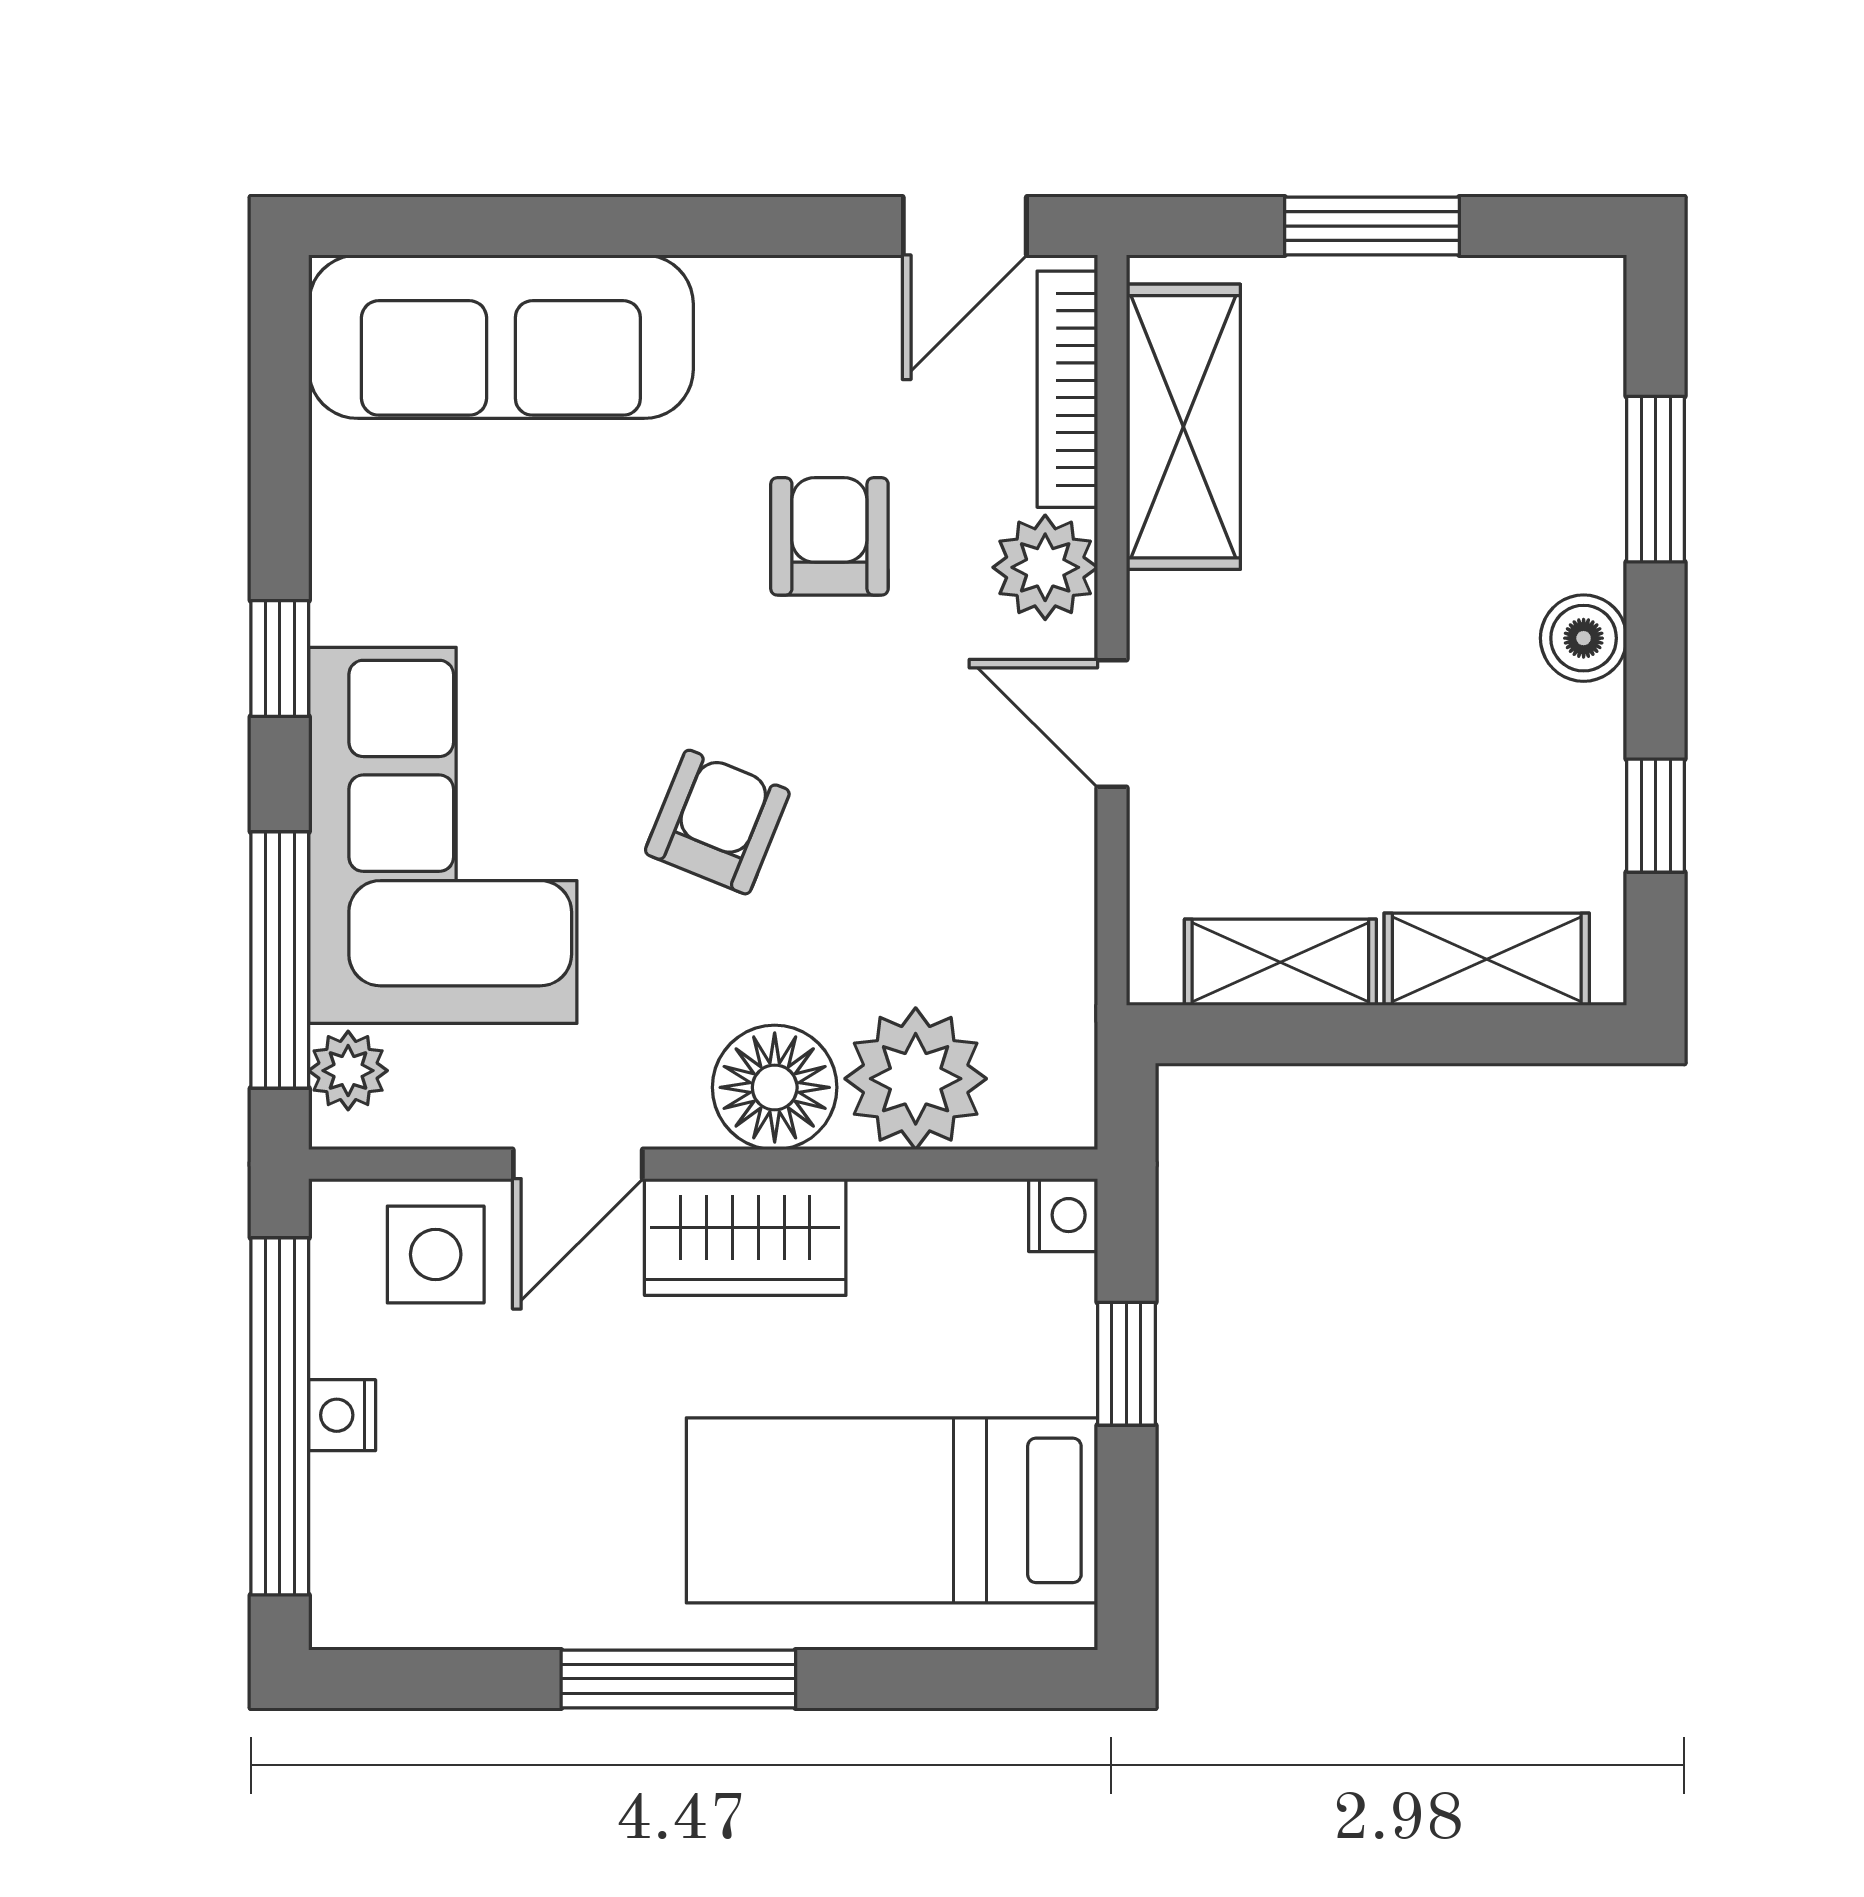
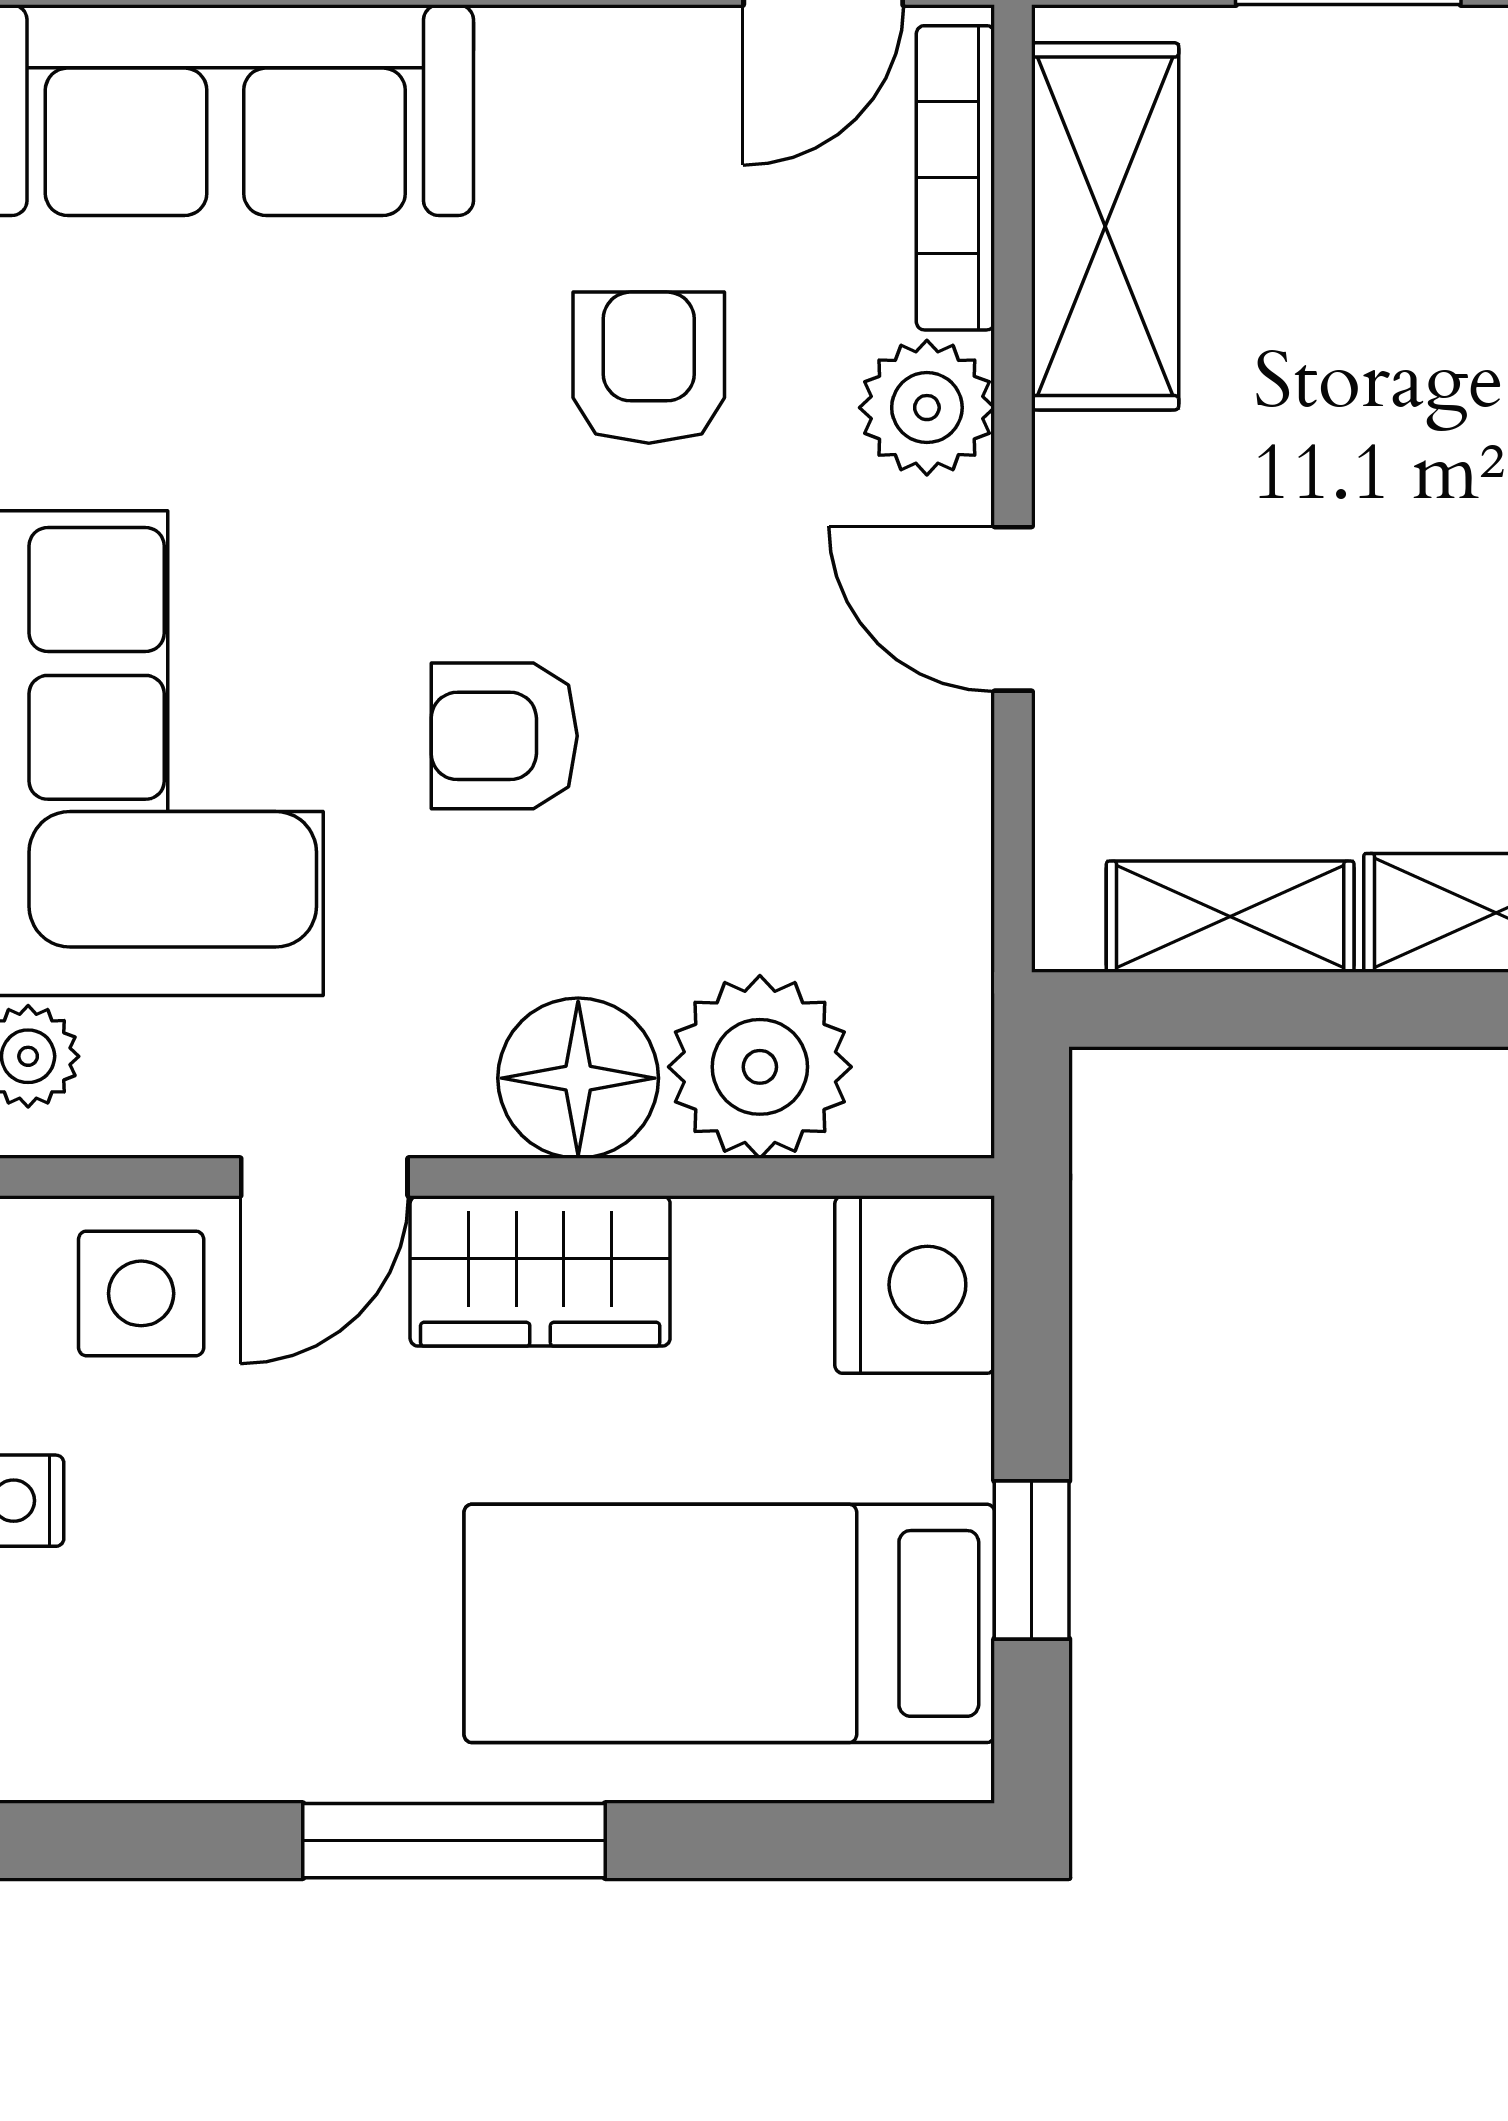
armchair: (717, 822) -> (504, 736), turned -112
nightstand: (1063, 1215) -> (915, 1285), width x1.89, depth x1.79
window: (1126, 1364) -> (1032, 1560), moved

